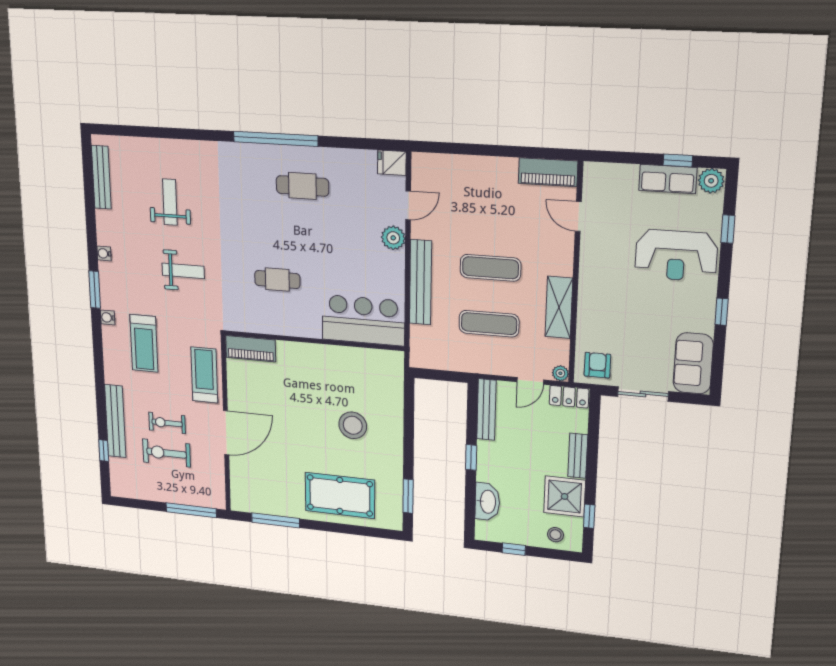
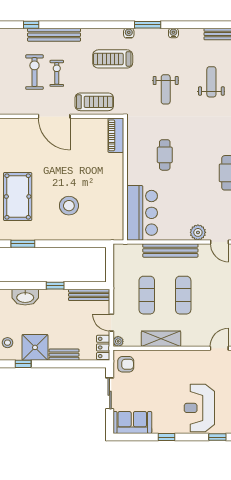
weight bench: (170, 202) -> (211, 82), turned -90

